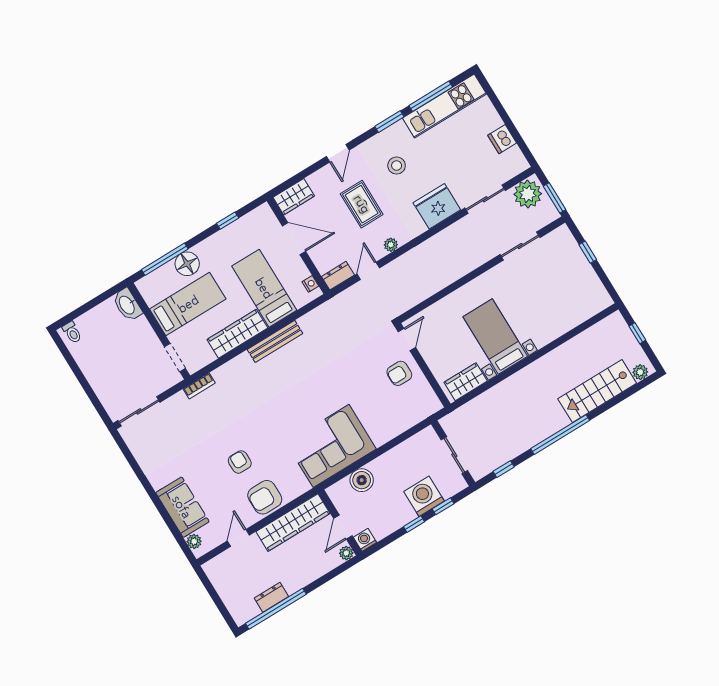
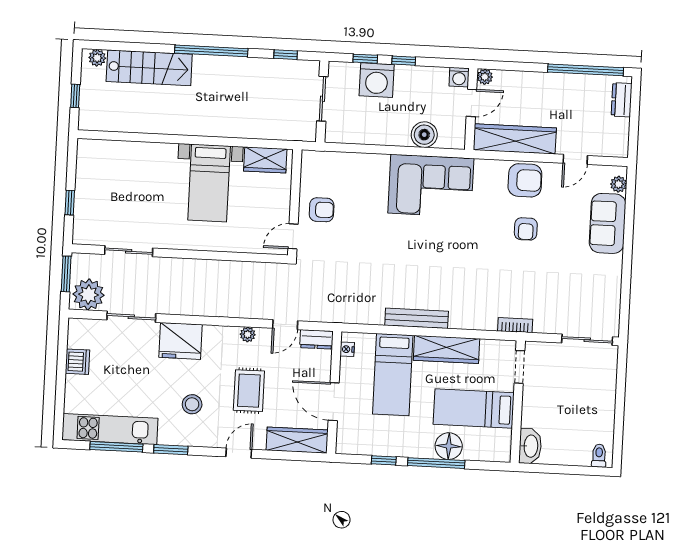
wardrobe: (294, 197) -> (297, 440), width x1.50
window: (165, 259) -> (436, 463), moved
dresser: (271, 597) -> (622, 100), moved, turned 90

